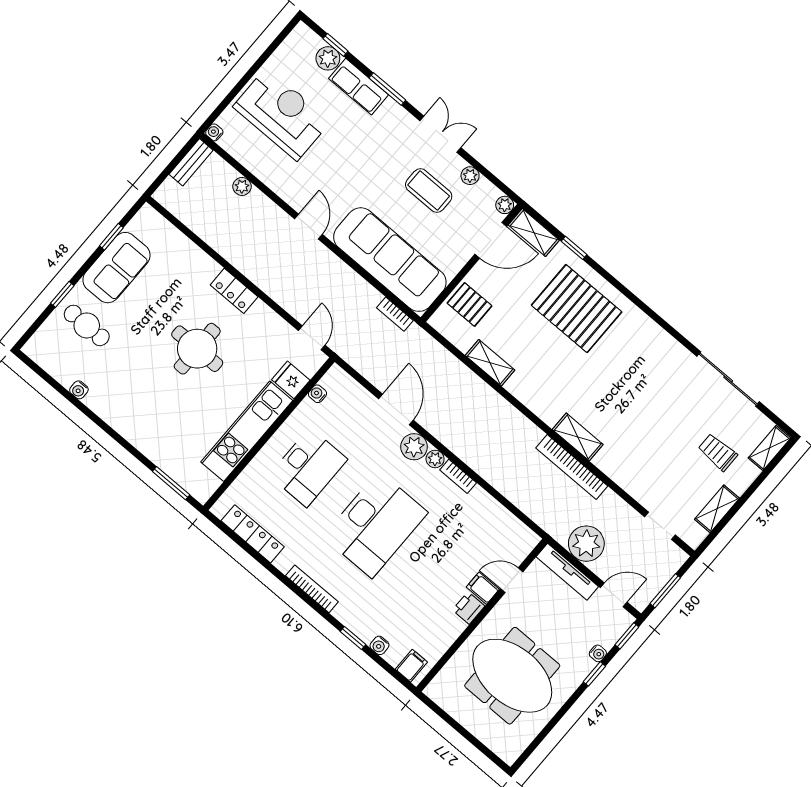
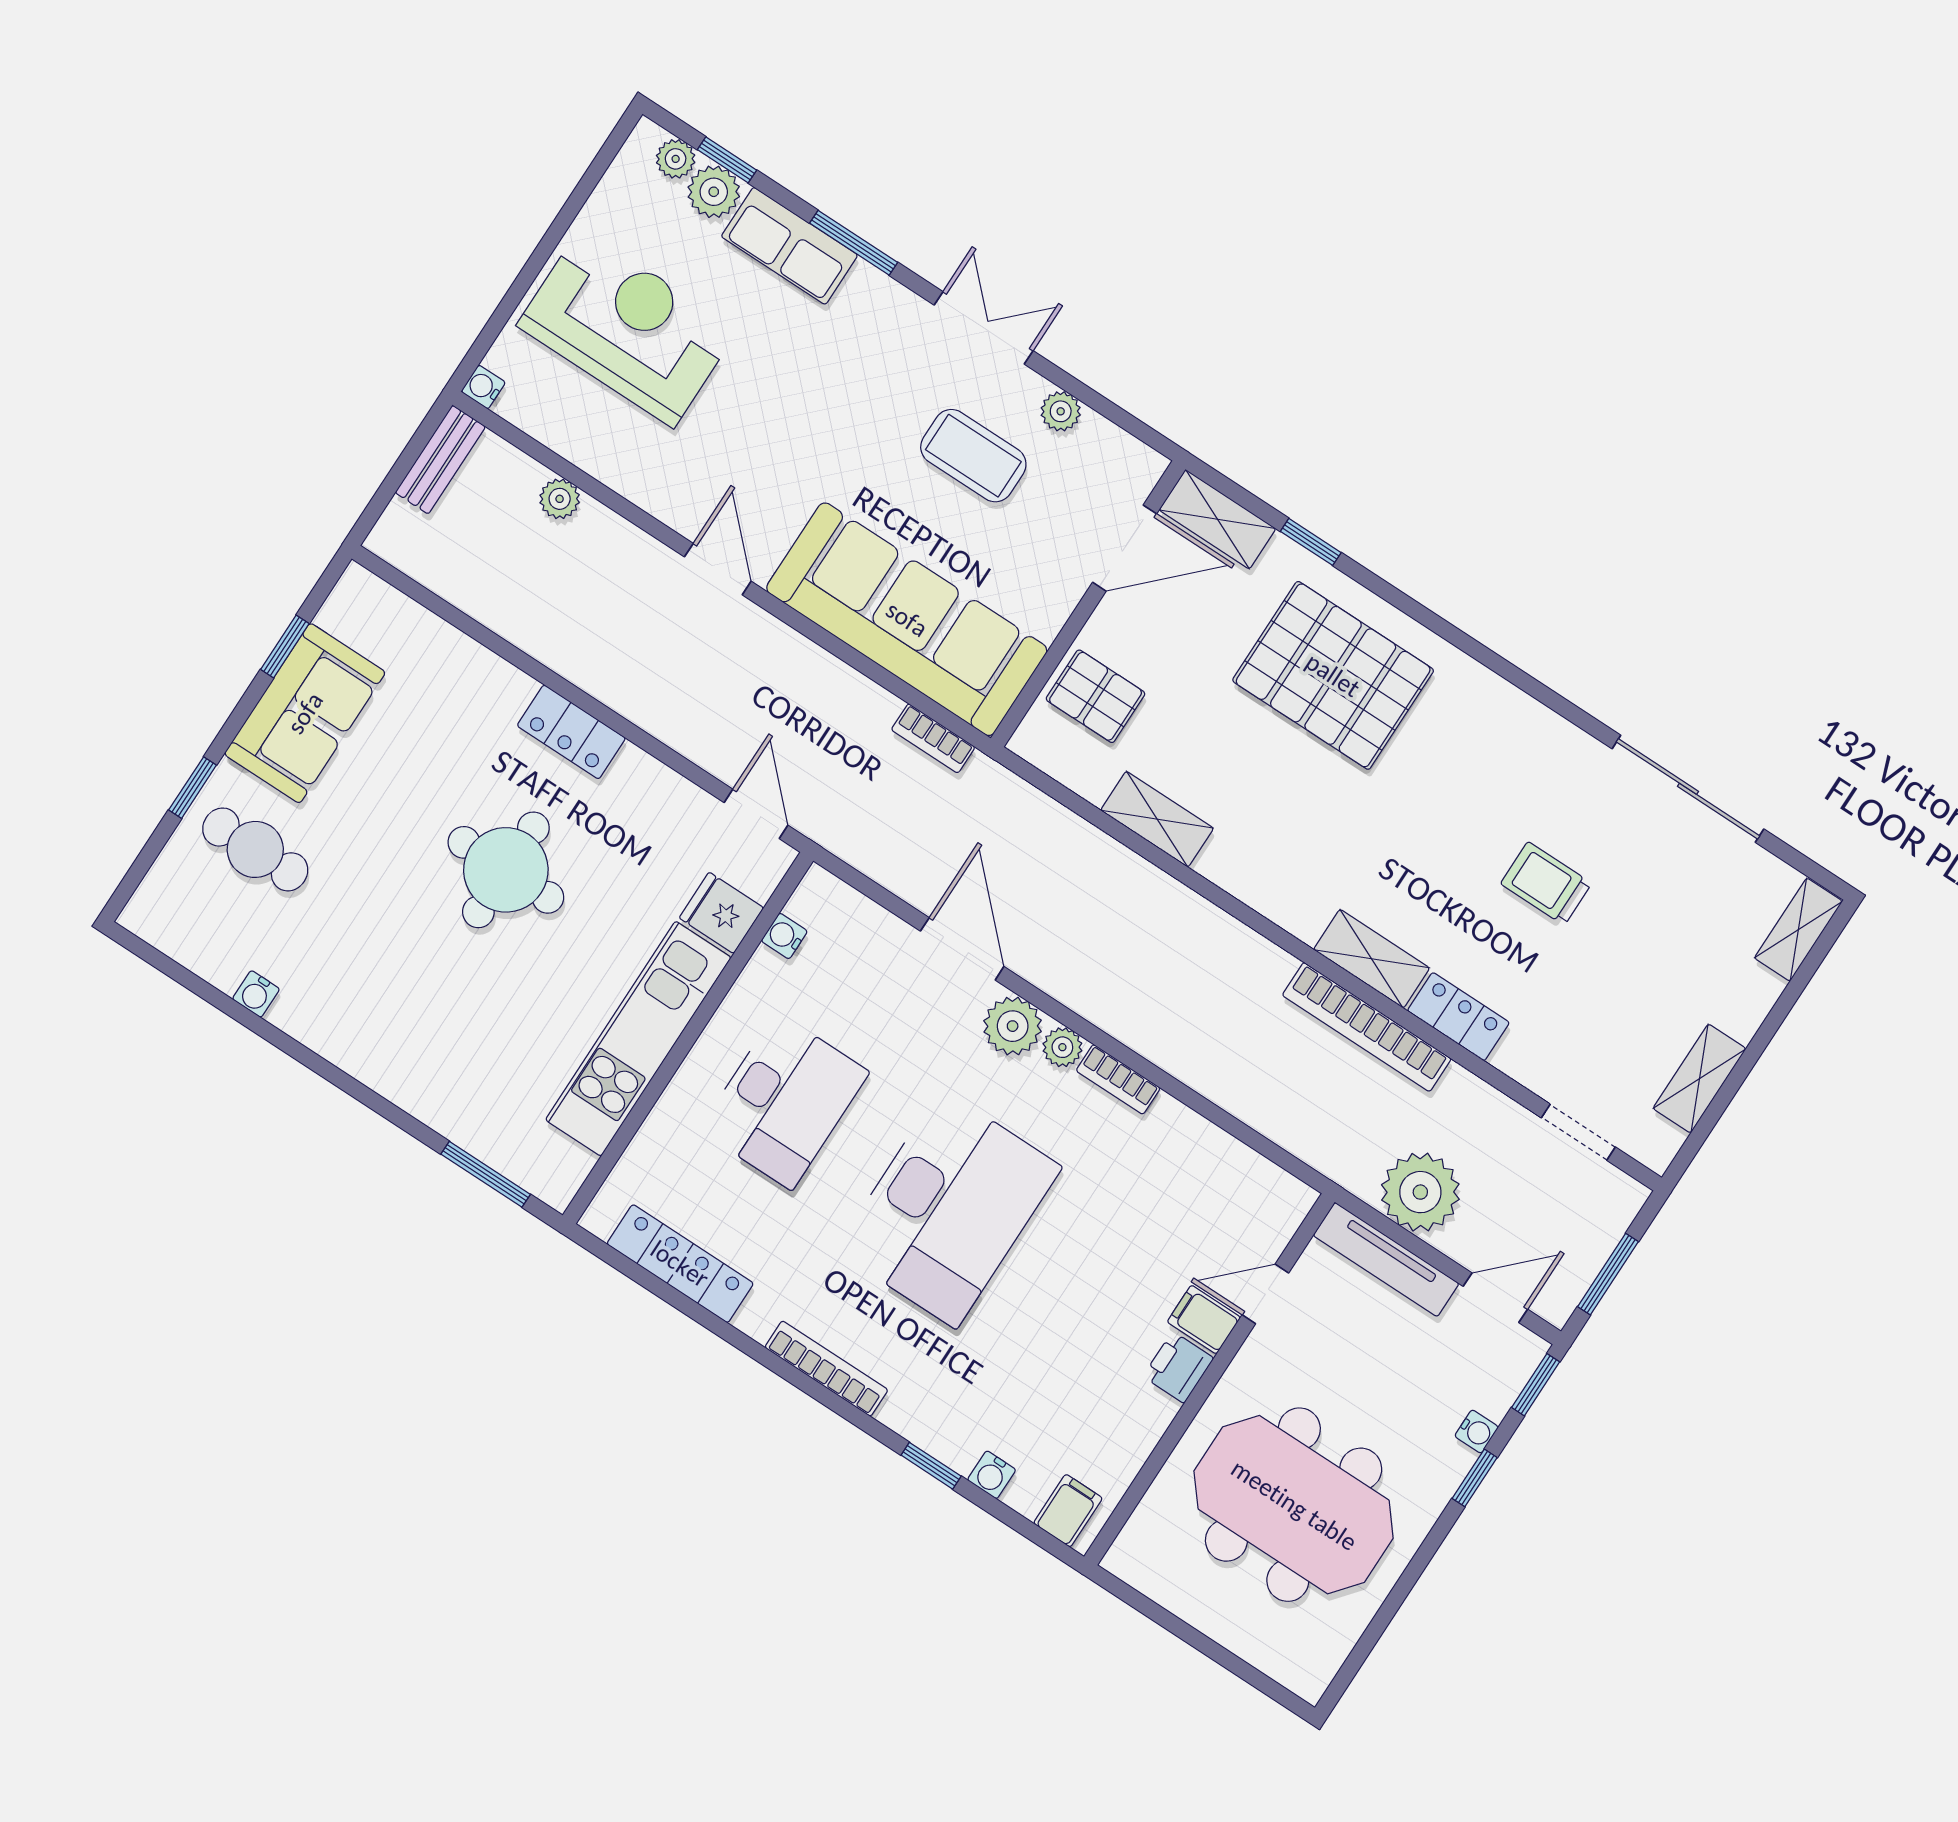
plant: (505, 205) -> (676, 159), moved
trolley: (718, 452) -> (1546, 883), moved
locker: (613, 468) -> (1458, 1017), added

